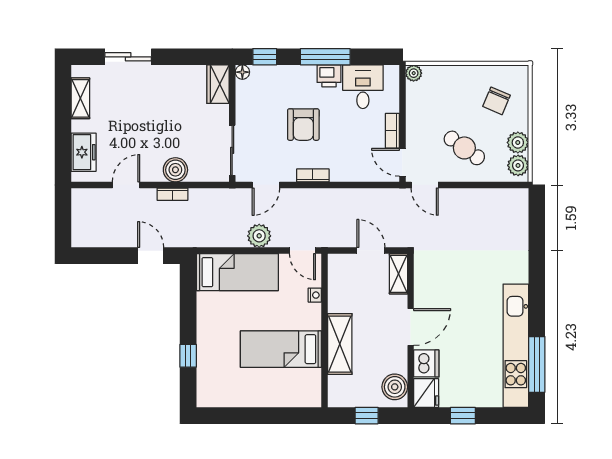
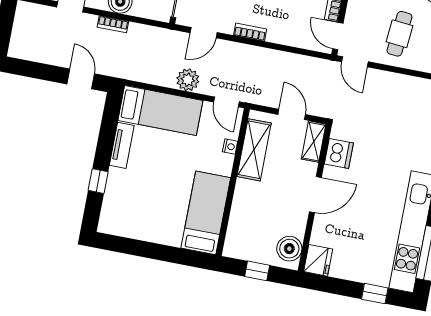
cafe table: (464, 148) -> (399, 34), turned 59
tv unit: (205, 315) -> (122, 145), added
shelving: (340, 344) -> (254, 150), moved
bed: (281, 349) -> (206, 213), moved, turned 90
dishwasher: (426, 363) -> (339, 153), moved
window: (463, 416) -> (375, 294), moved

